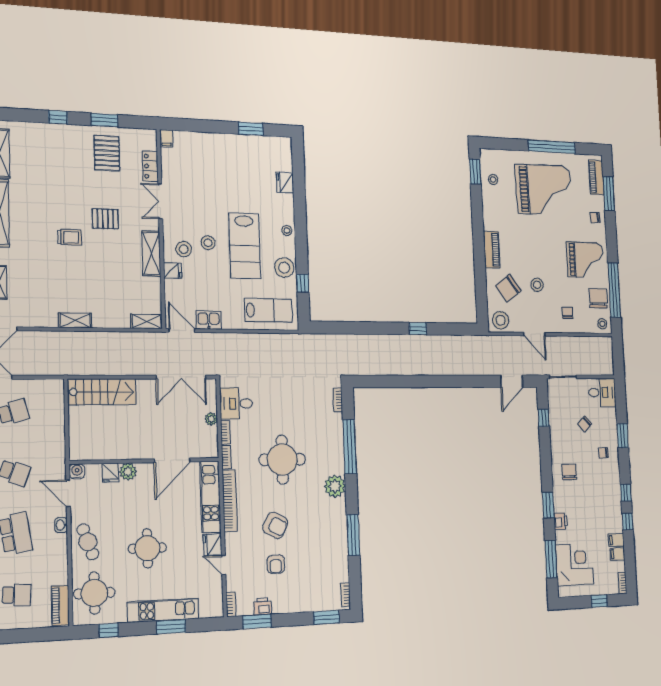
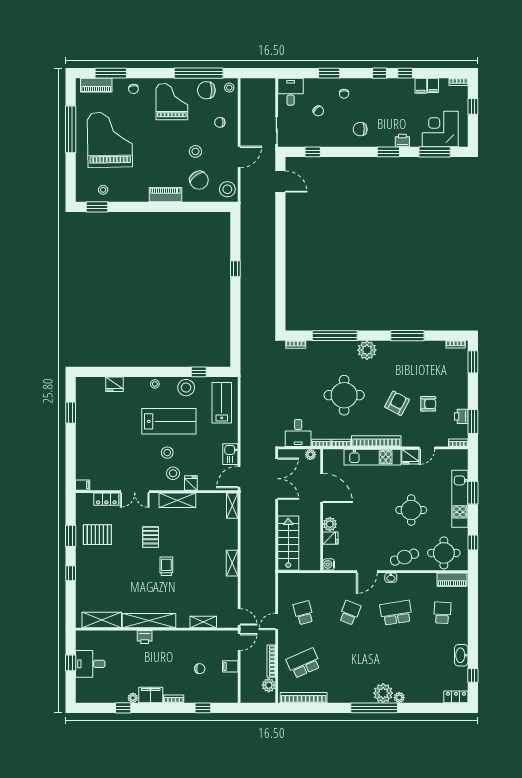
door: (172, 460) -> (322, 488), moved
wall: (145, 461) -> (322, 510), moved
water cooler: (77, 471) -> (329, 564), moved
plant: (128, 472) -> (330, 524), moved
fridge: (110, 473) -> (330, 538), moved

